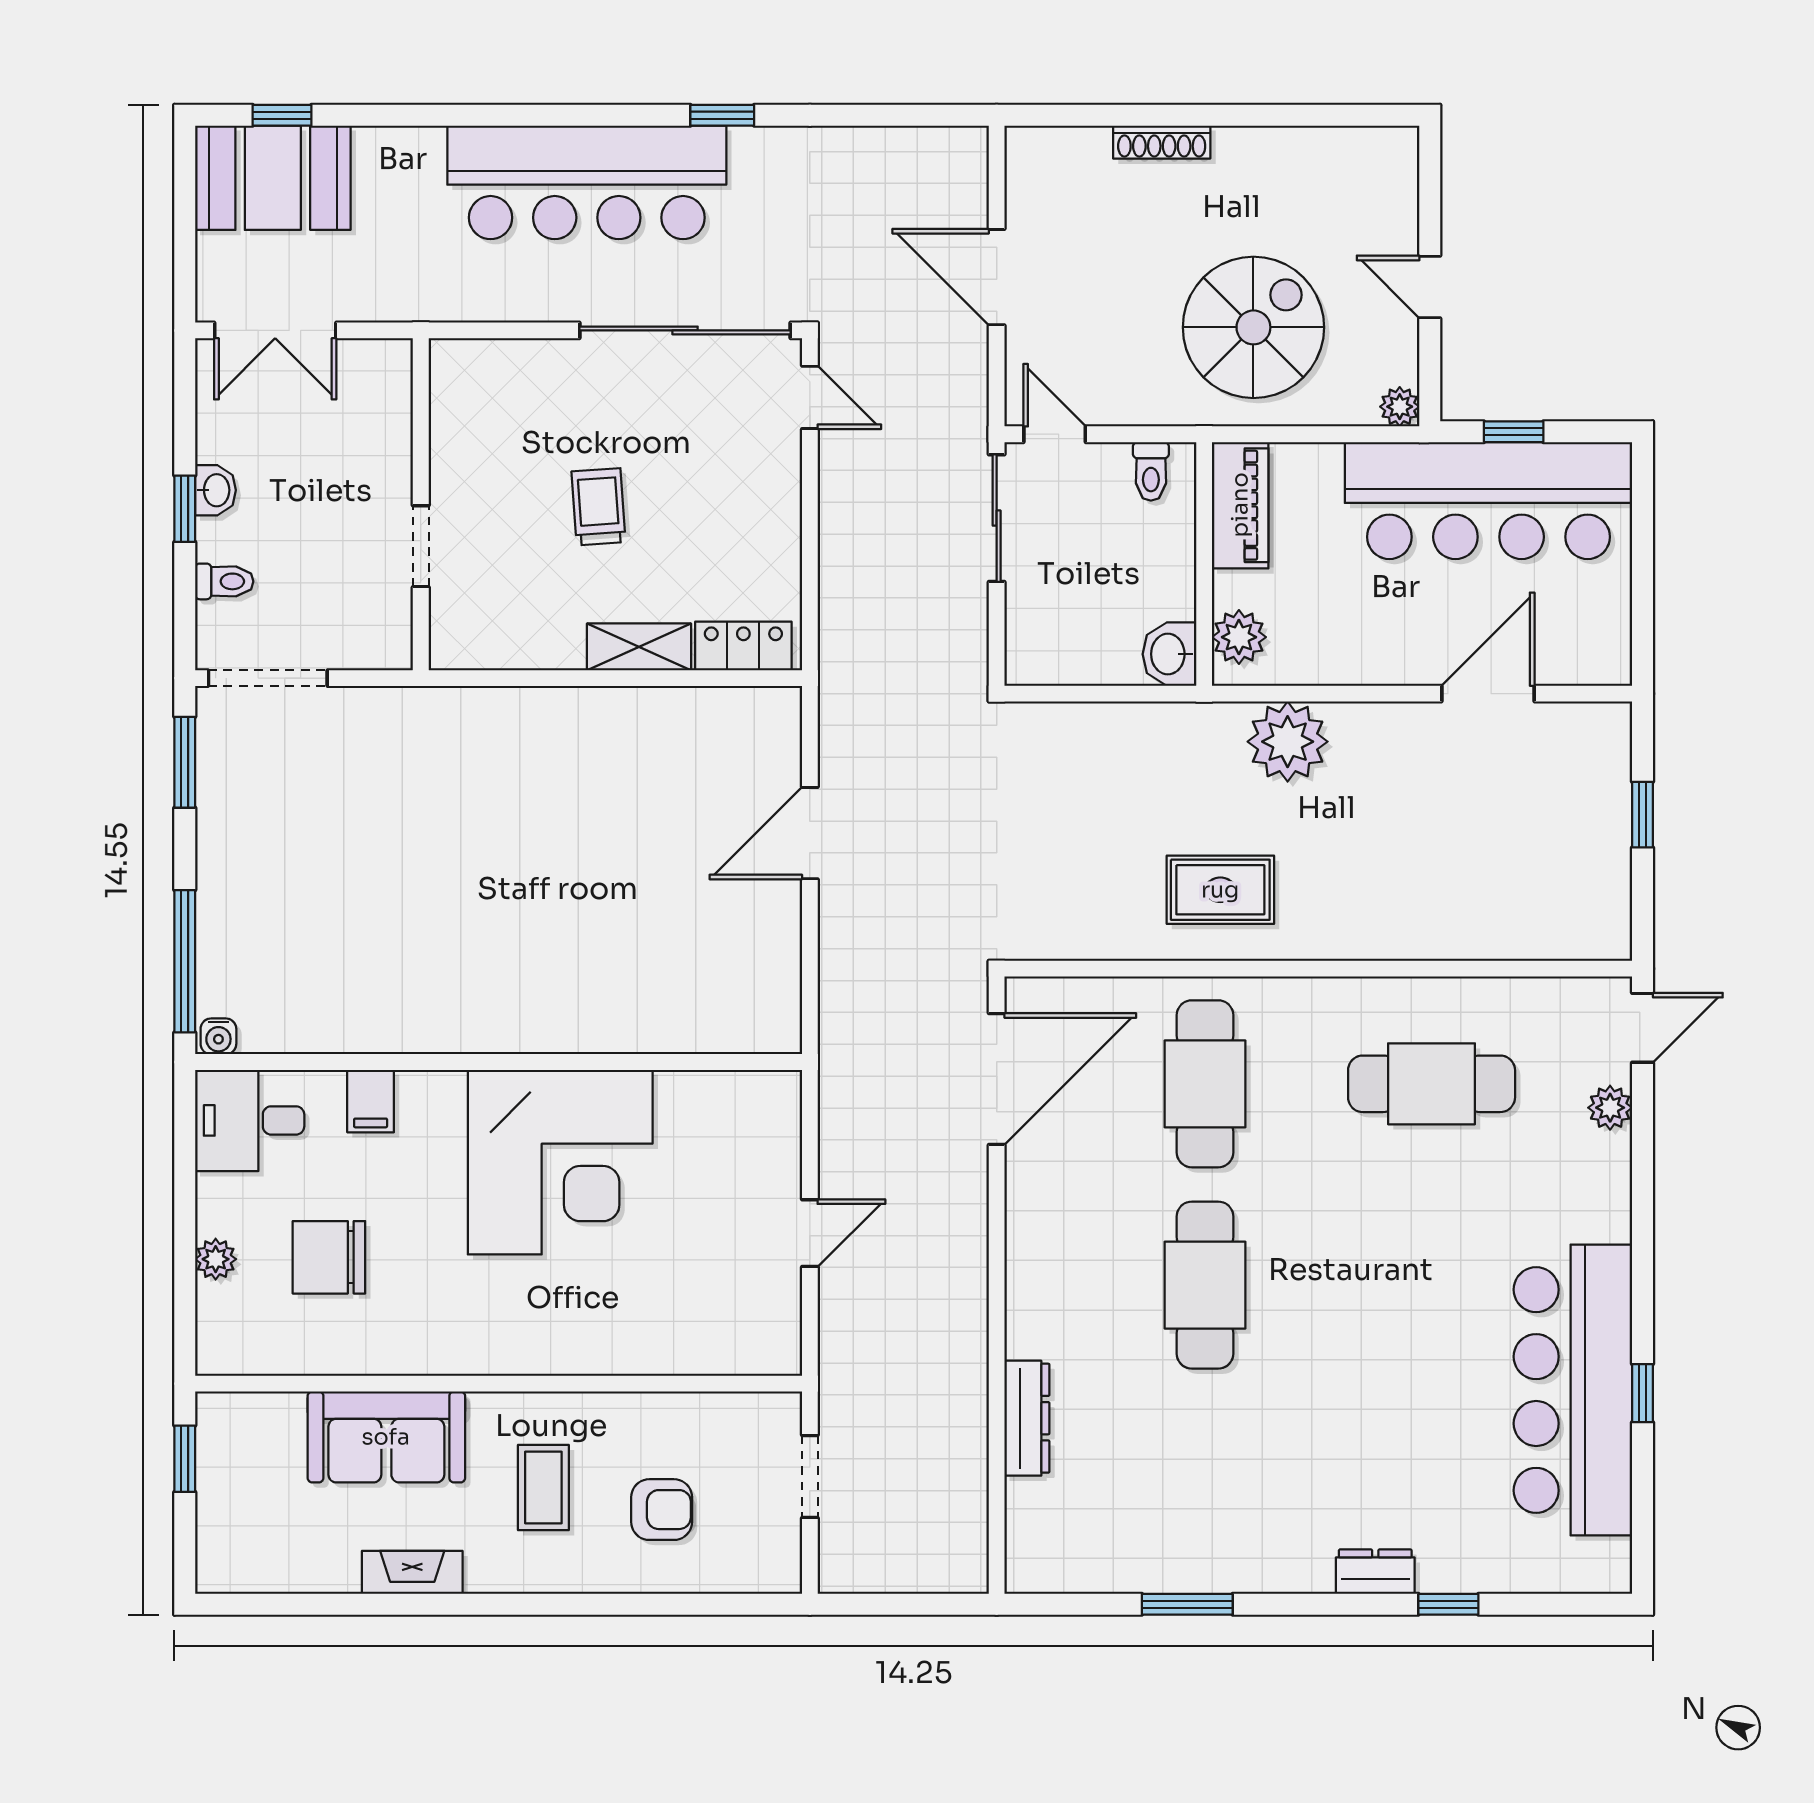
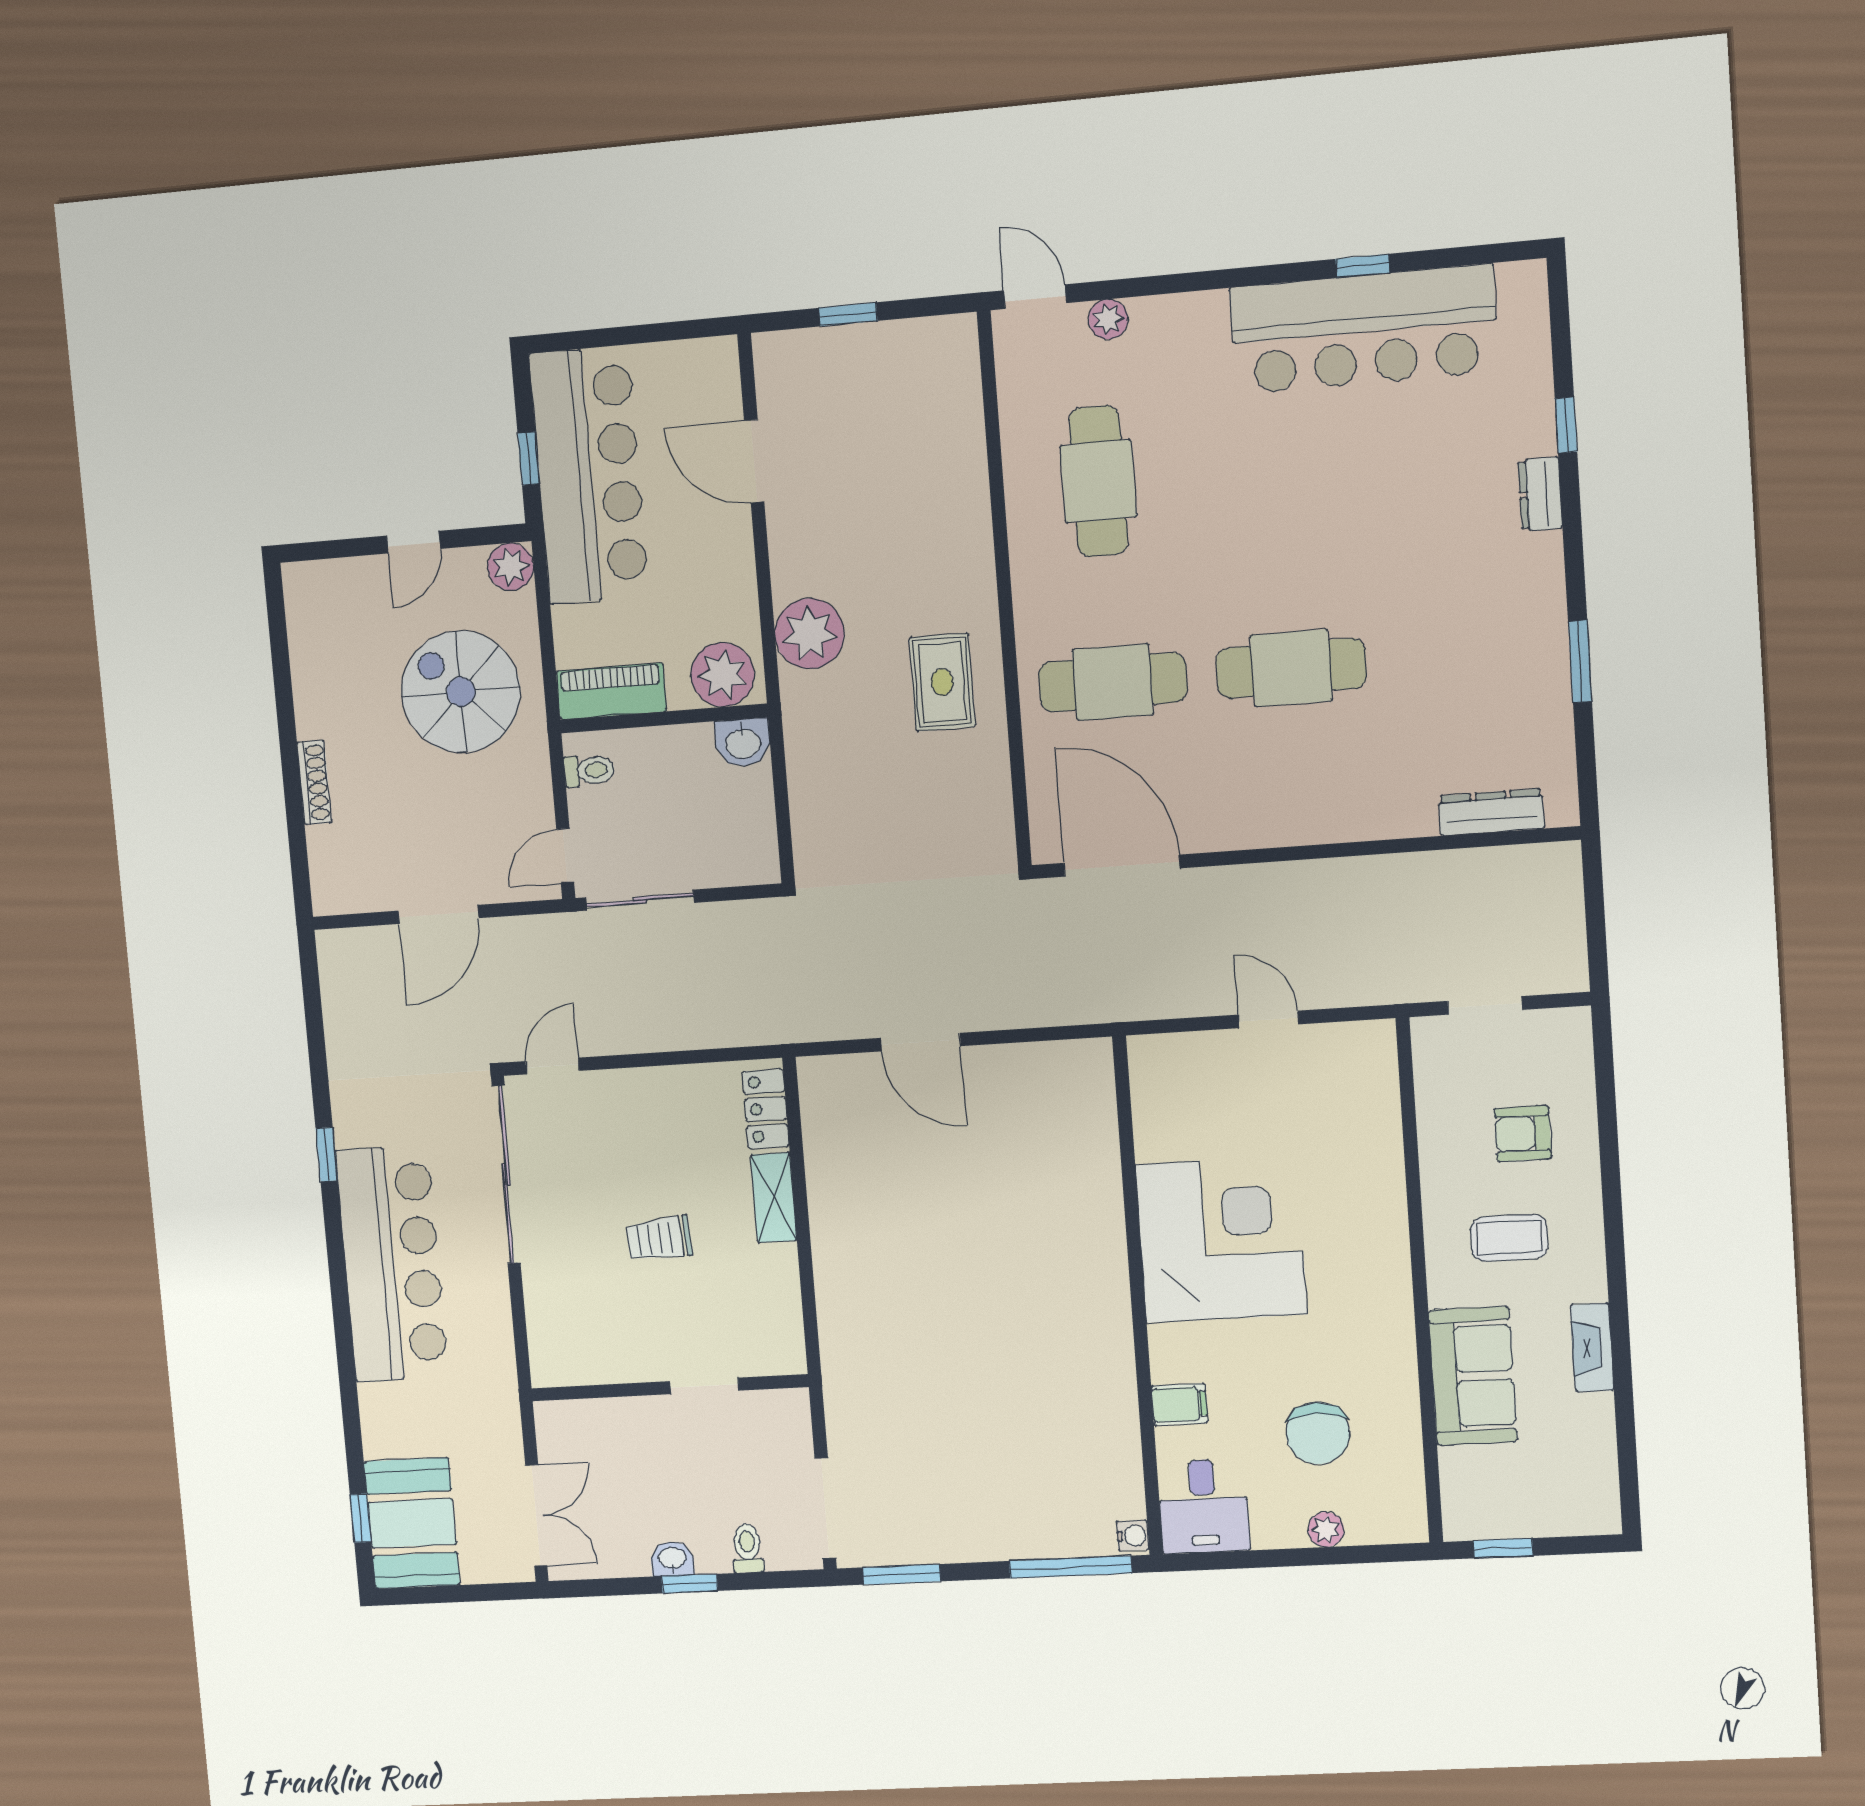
plant: (1400, 407) -> (511, 567), width x1.38, depth x1.38
plant: (1239, 637) -> (723, 675), width x1.36, depth x1.36
dresser: (1027, 1418) -> (1491, 812), moved
armchair: (662, 1510) -> (1523, 1134), turned -90

